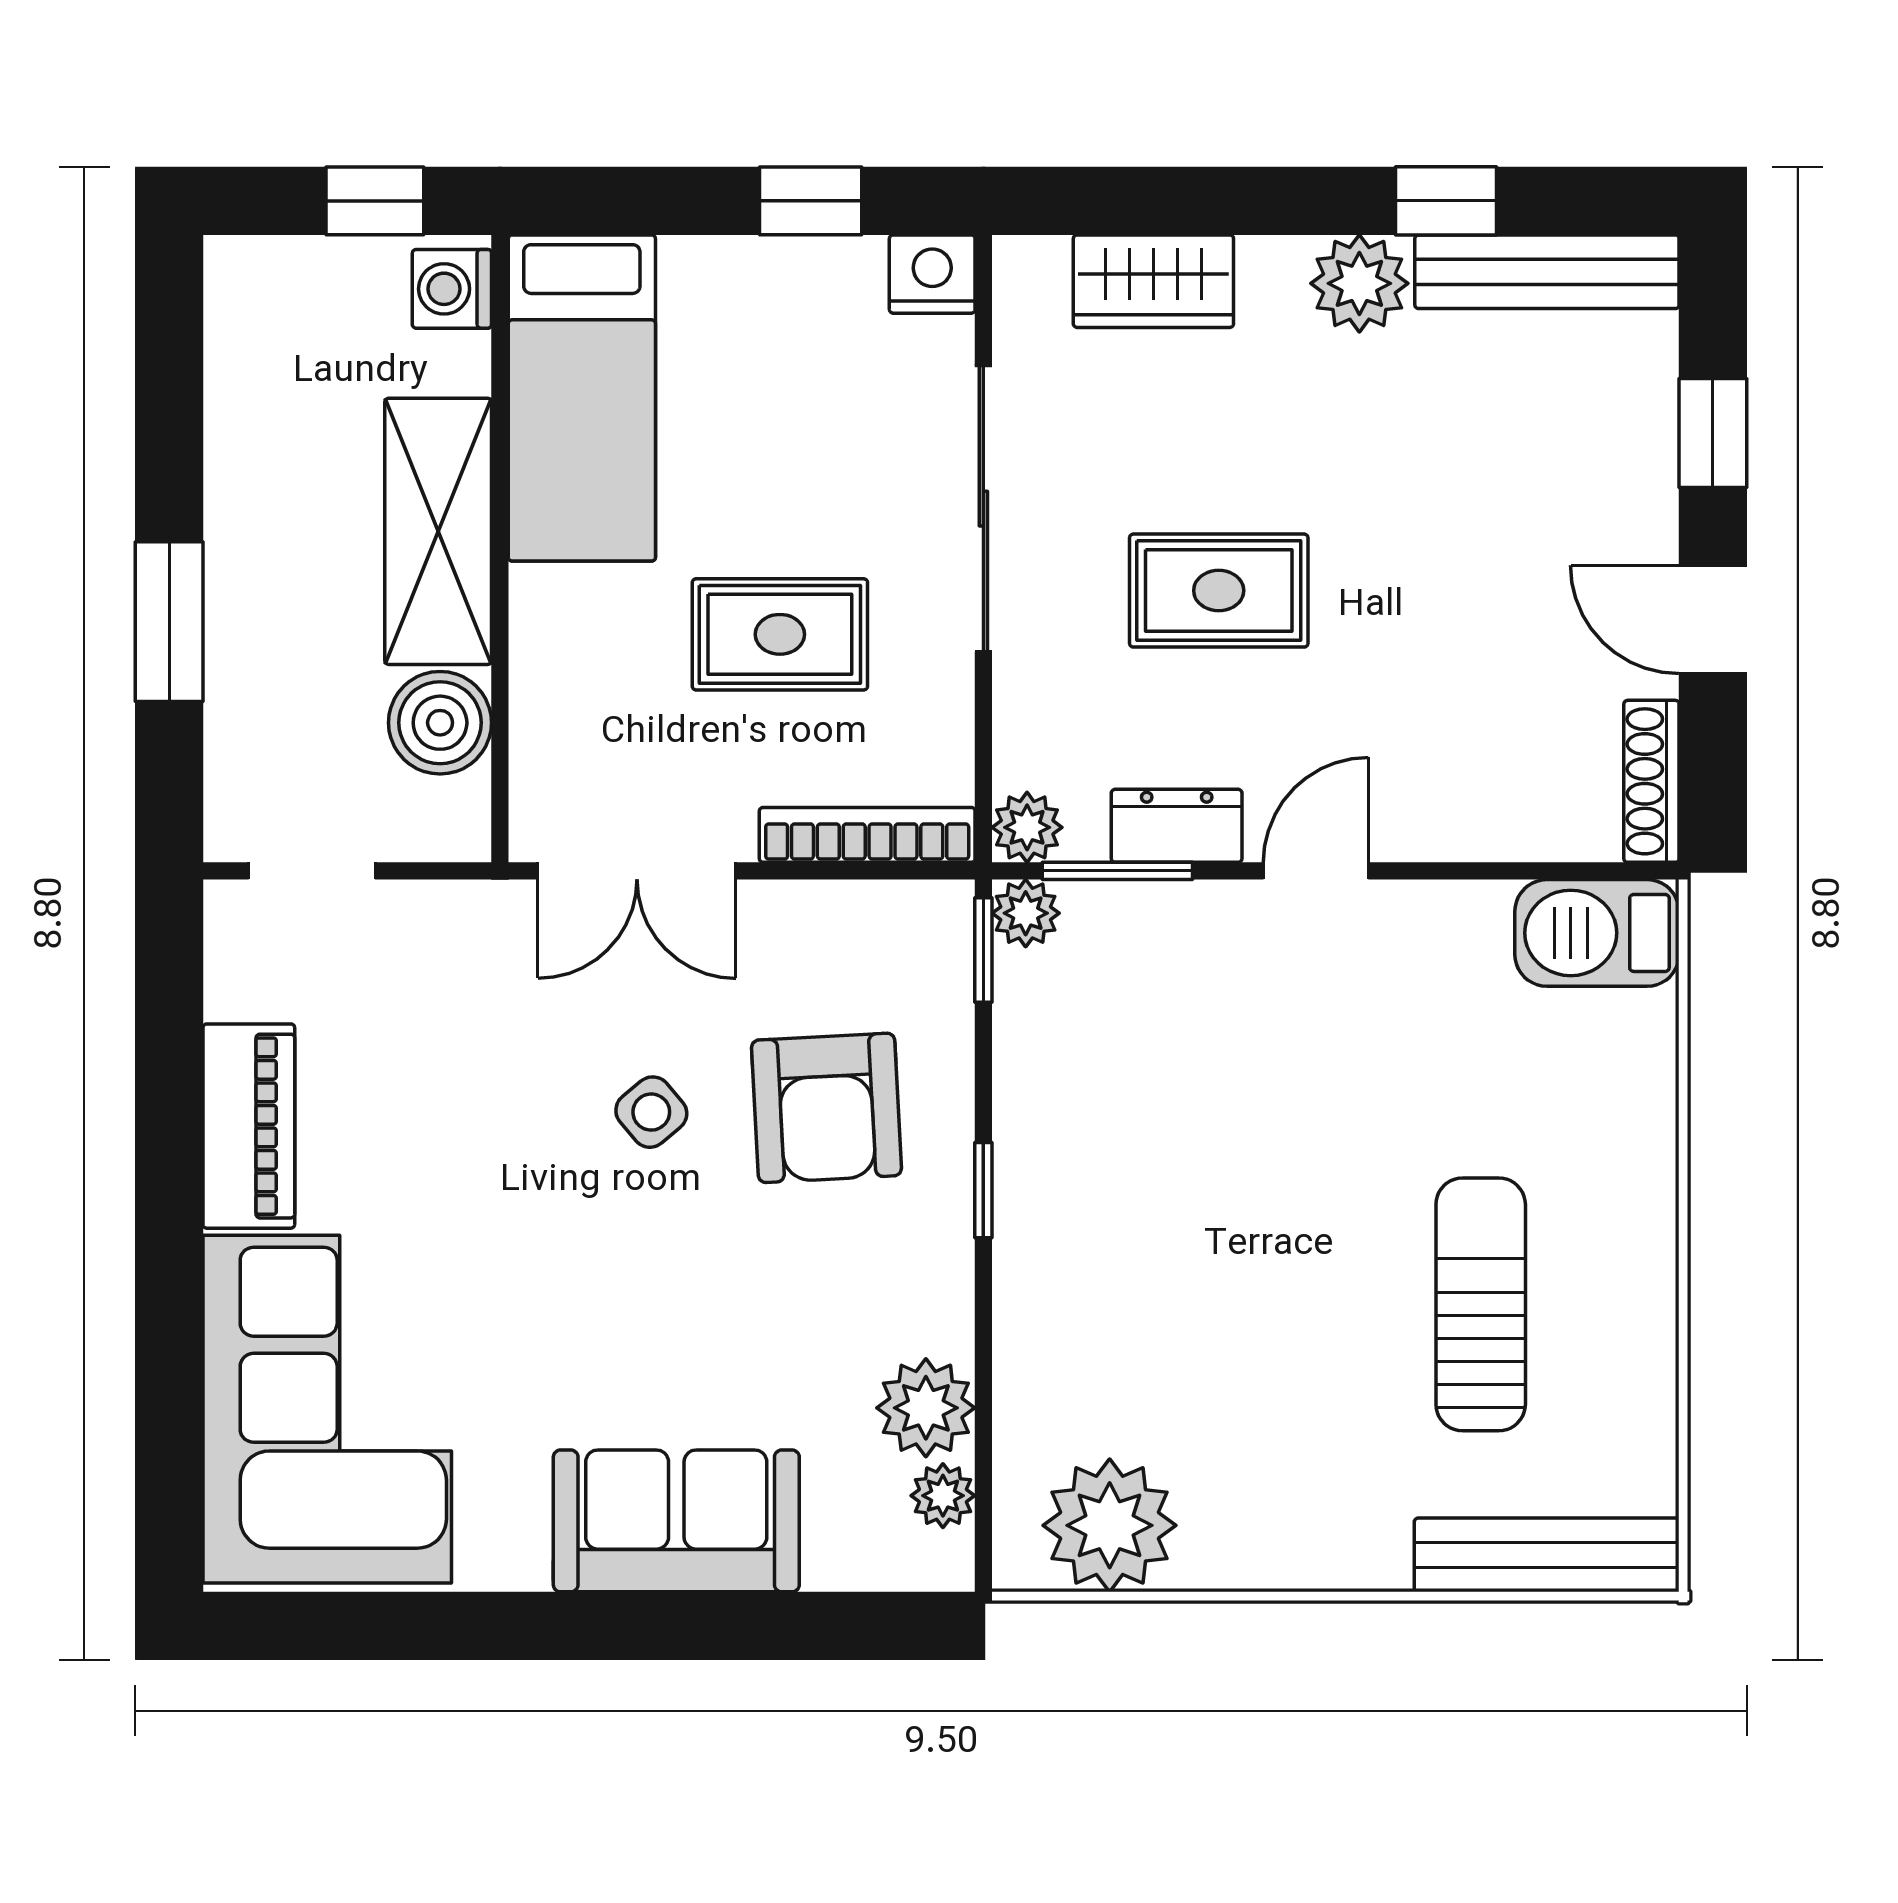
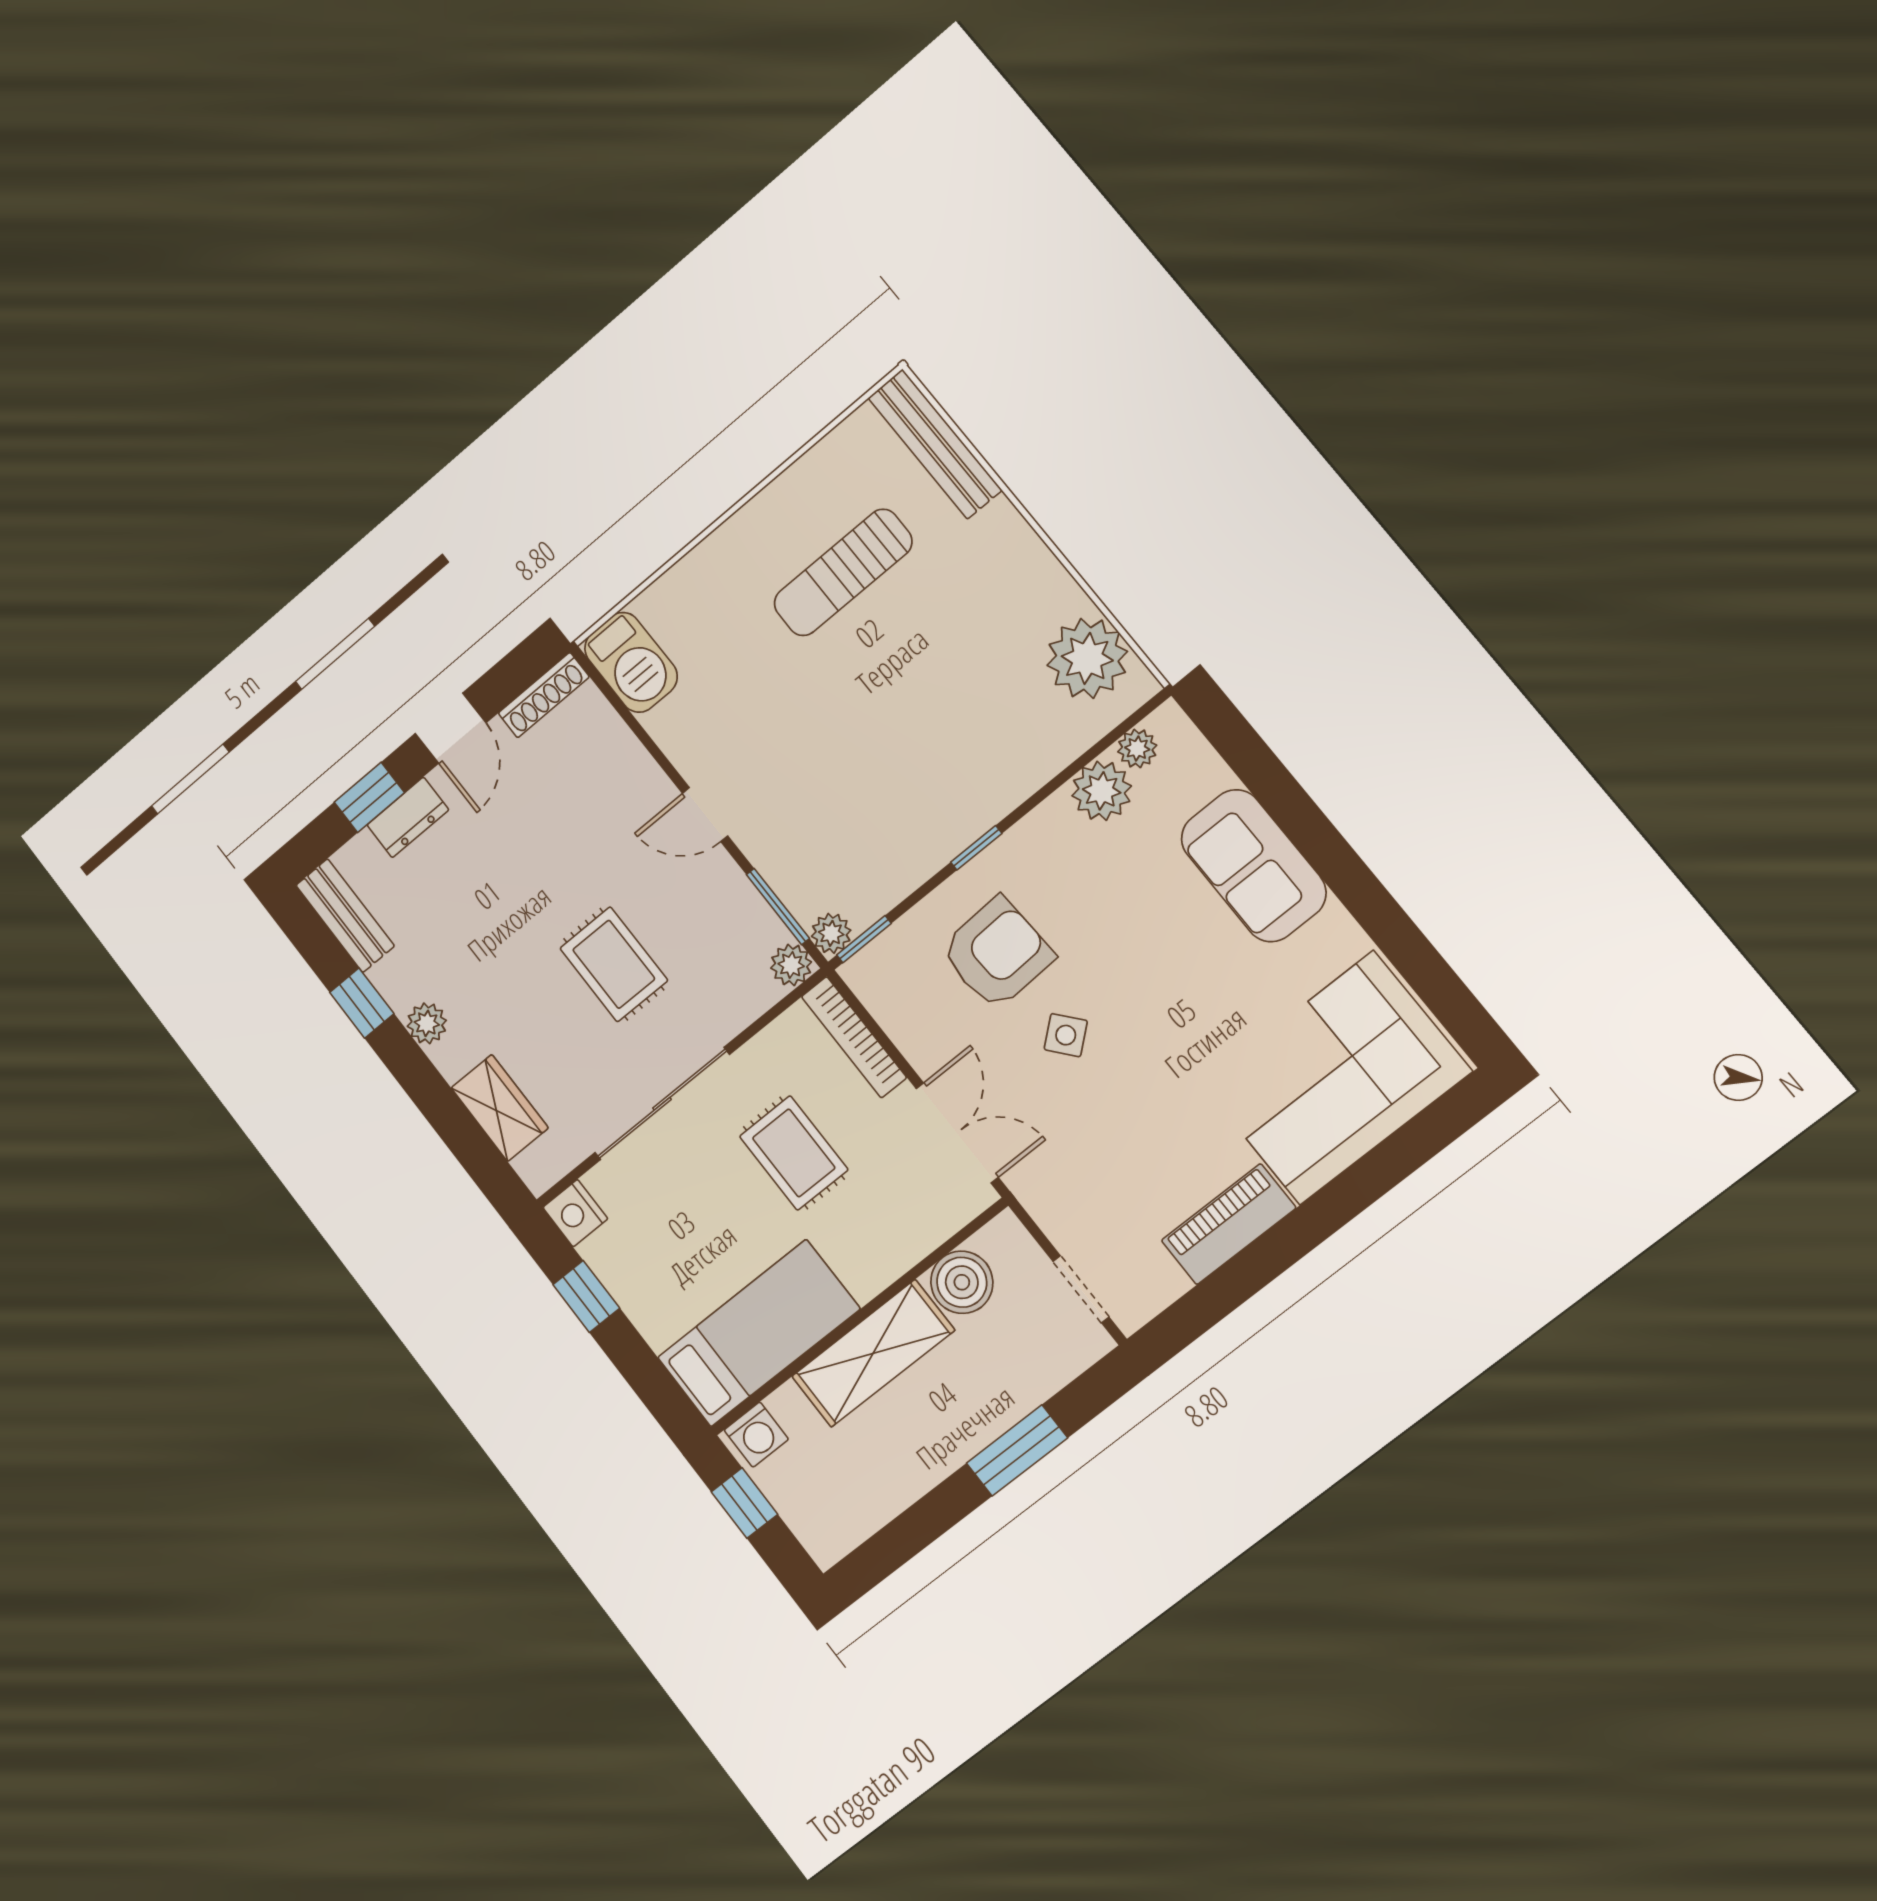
bench: (1547, 272) -> (345, 916), width x0.73
plant: (1359, 283) -> (427, 1023), width x0.73, depth x0.73
dresser: (1177, 826) -> (408, 817), moved, turned -90

